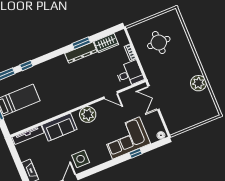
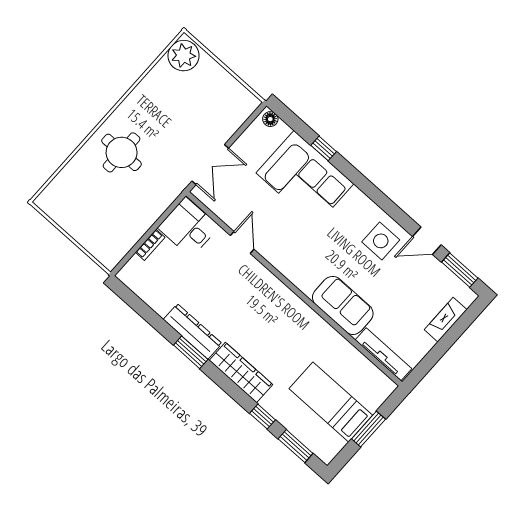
window: (81, 43) -> (191, 352), moved
wardrobe: (106, 43) -> (241, 373), moved, width x1.50
round table: (159, 43) -> (122, 152), moved
plant: (198, 83) -> (184, 56), moved
plant: (88, 114) -> (296, 266), removed

